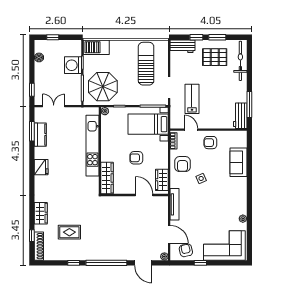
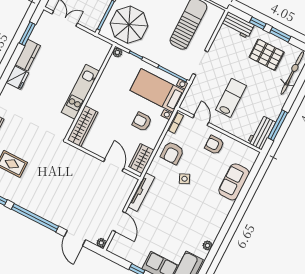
lab bench: (192, 99) -> (231, 98), moved
kitchen counter: (40, 135) -> (28, 55), moved
kitchen unit: (92, 146) -> (80, 92), width x0.73
armchair: (136, 158) -> (142, 122), moved
armchair: (186, 250) -> (128, 248), removed

